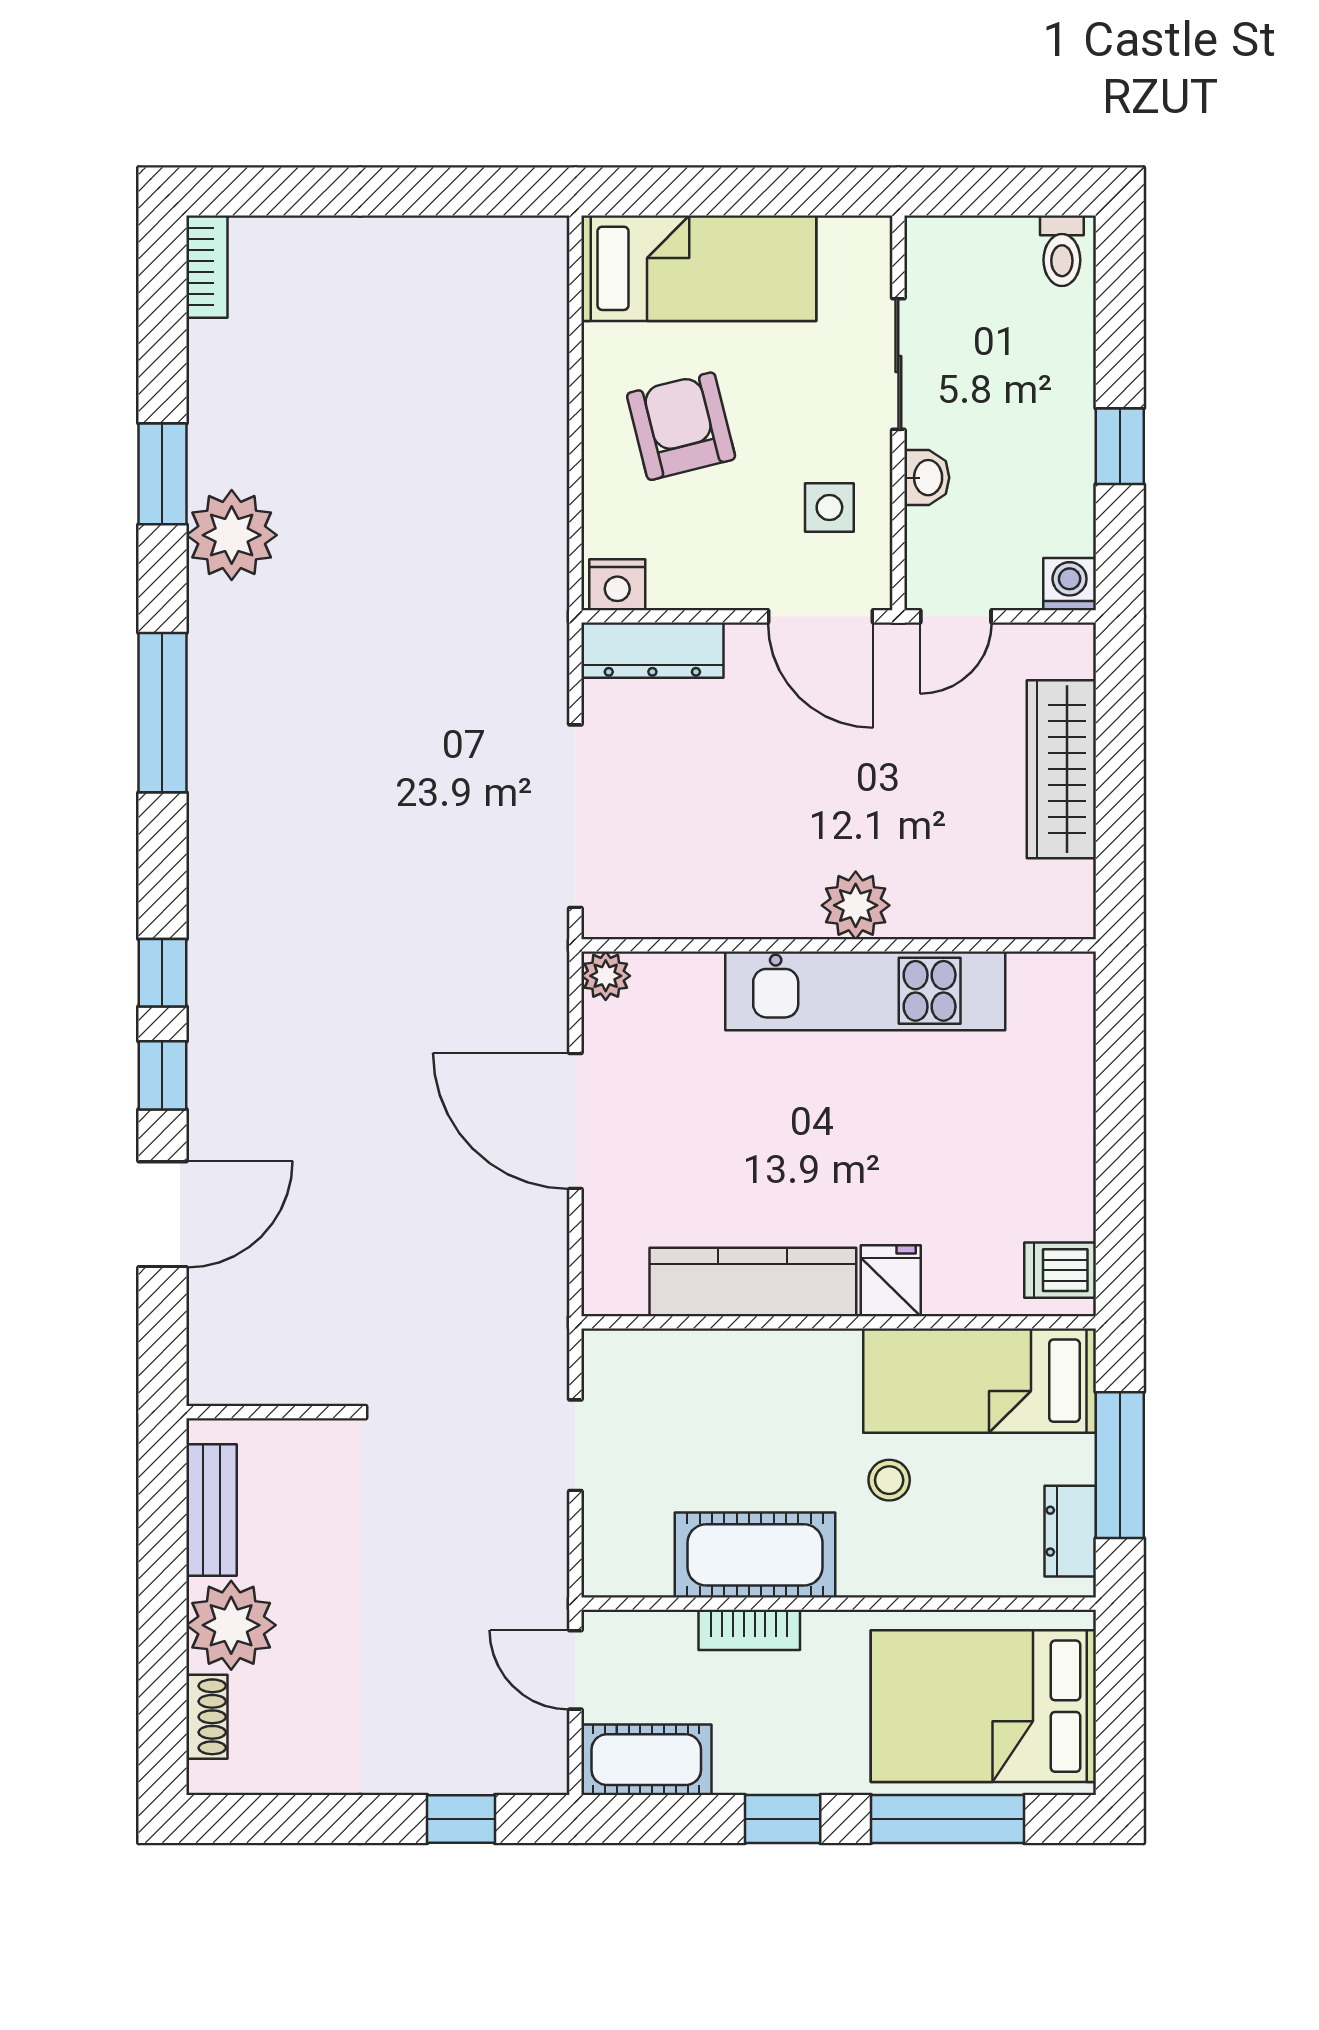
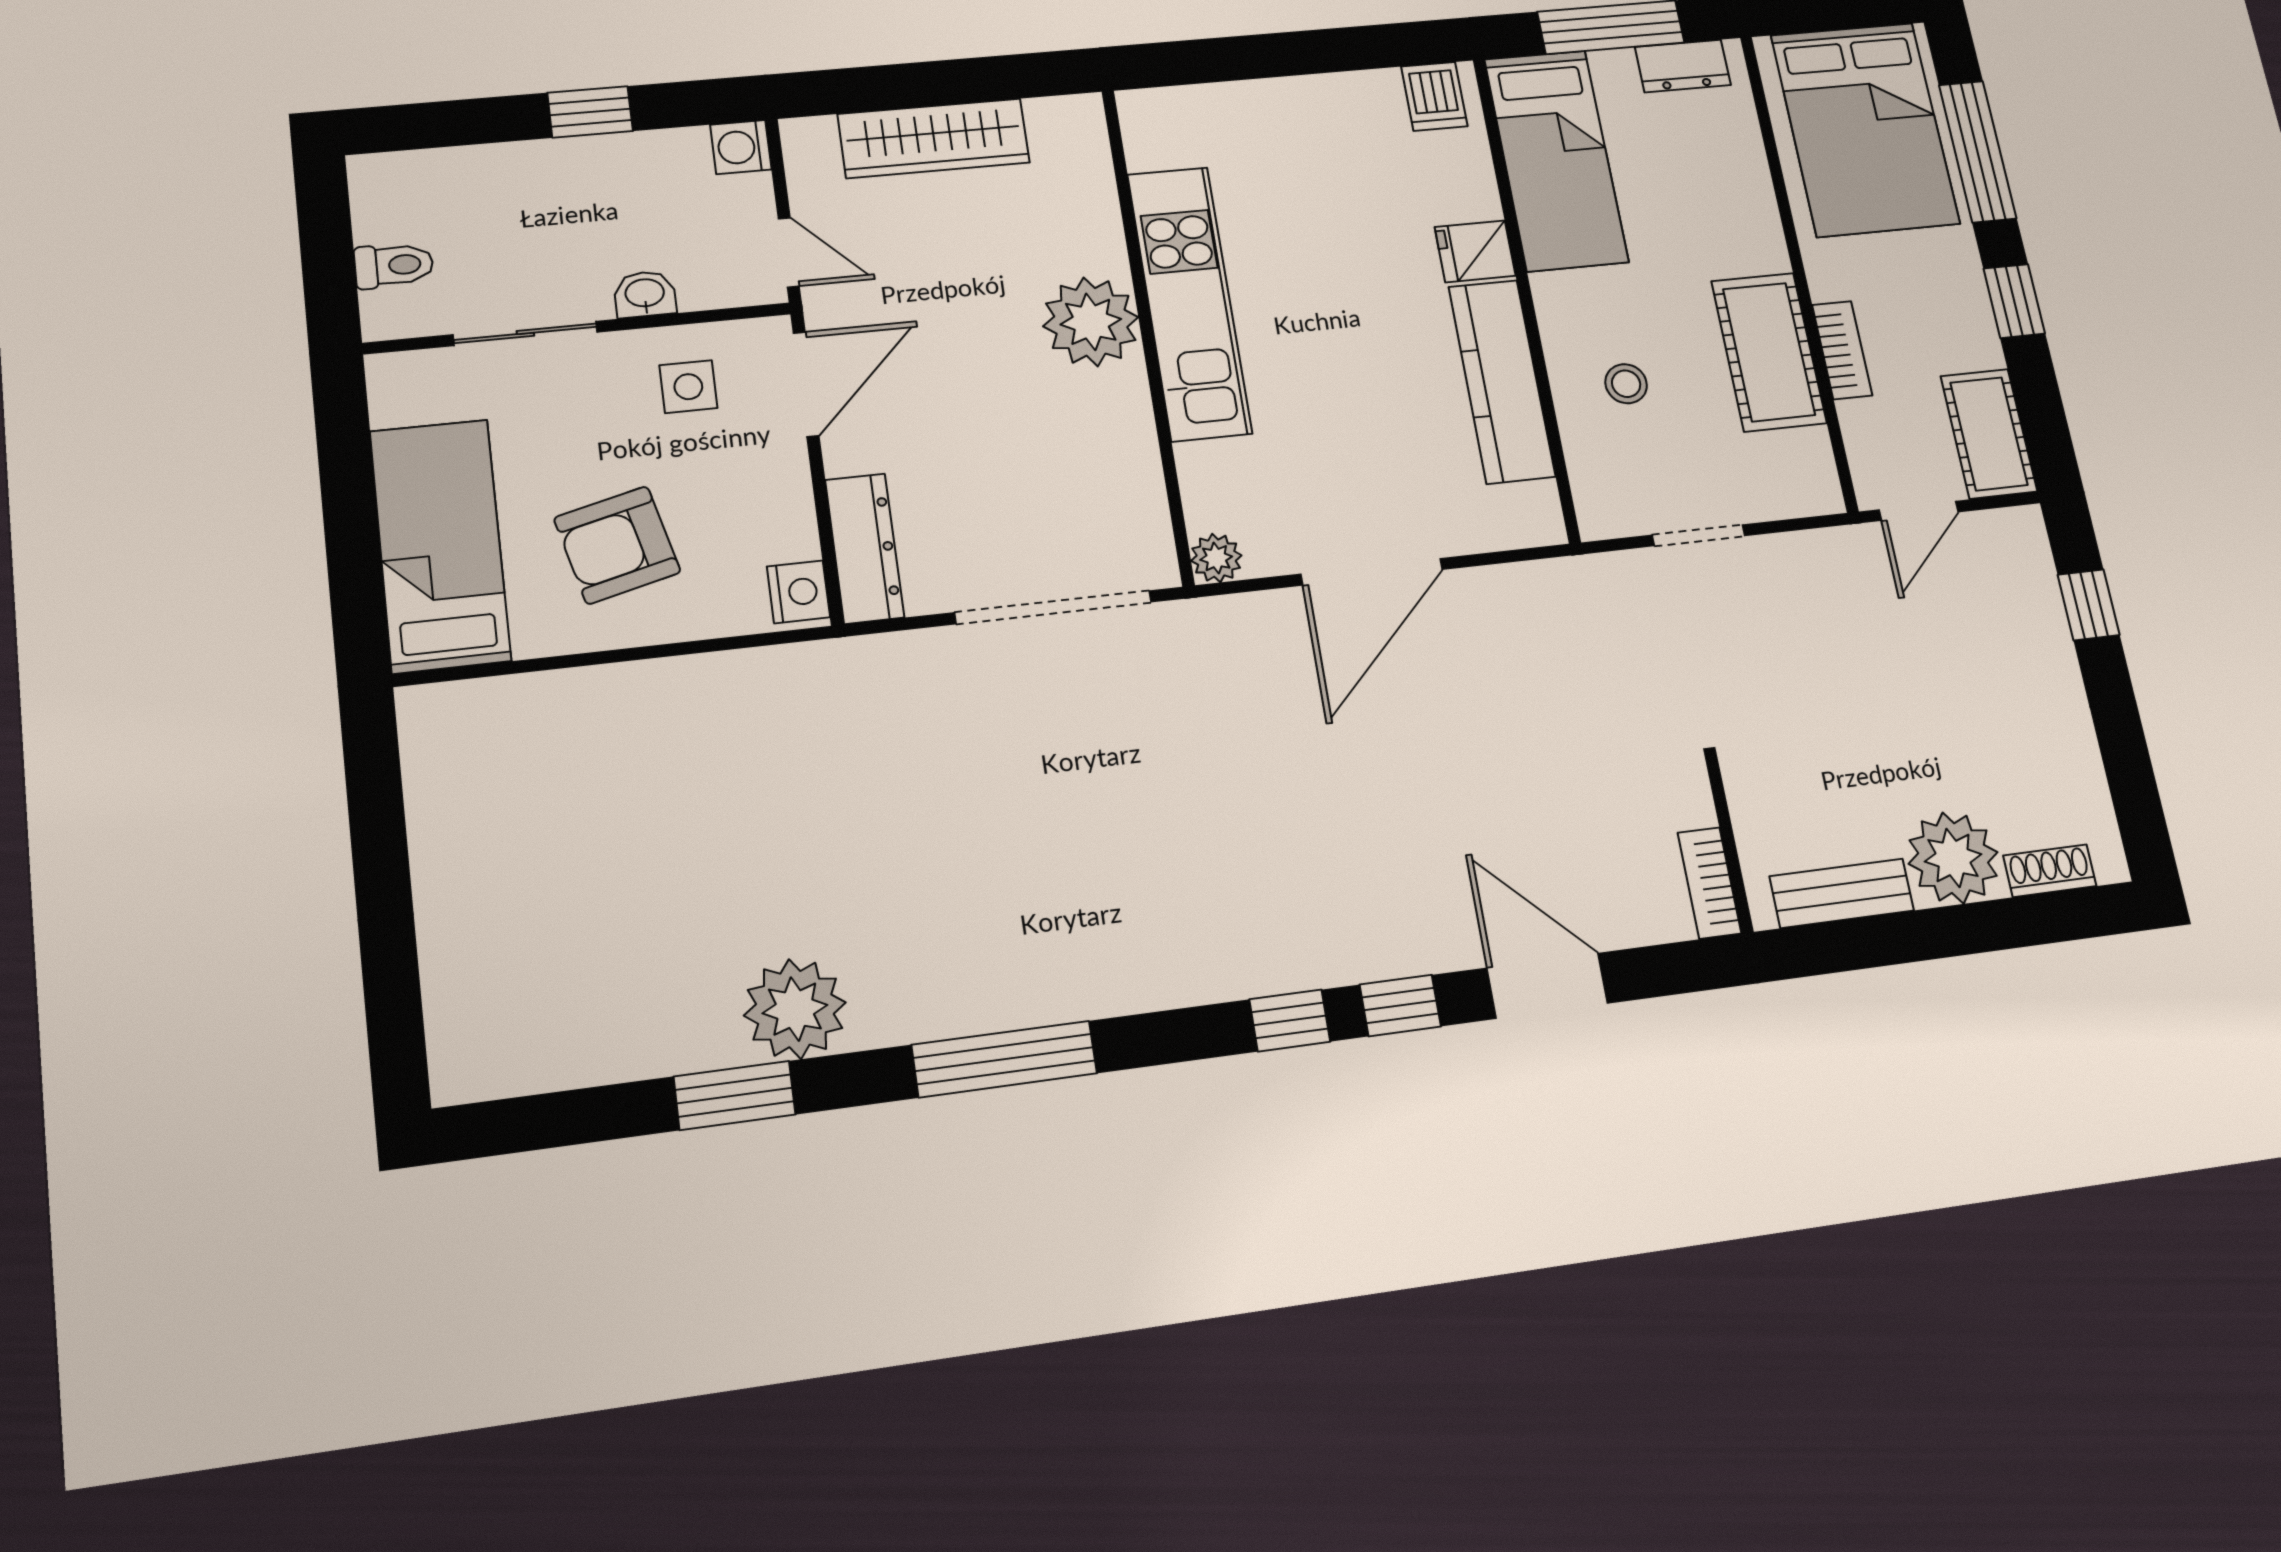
toilet: (1062, 251) -> (394, 265), moved
bookcase: (207, 267) -> (1709, 883), moved, turned -90
plant: (856, 905) -> (1091, 322), width x1.36, depth x1.36
stool: (889, 1480) -> (1626, 384), moved

